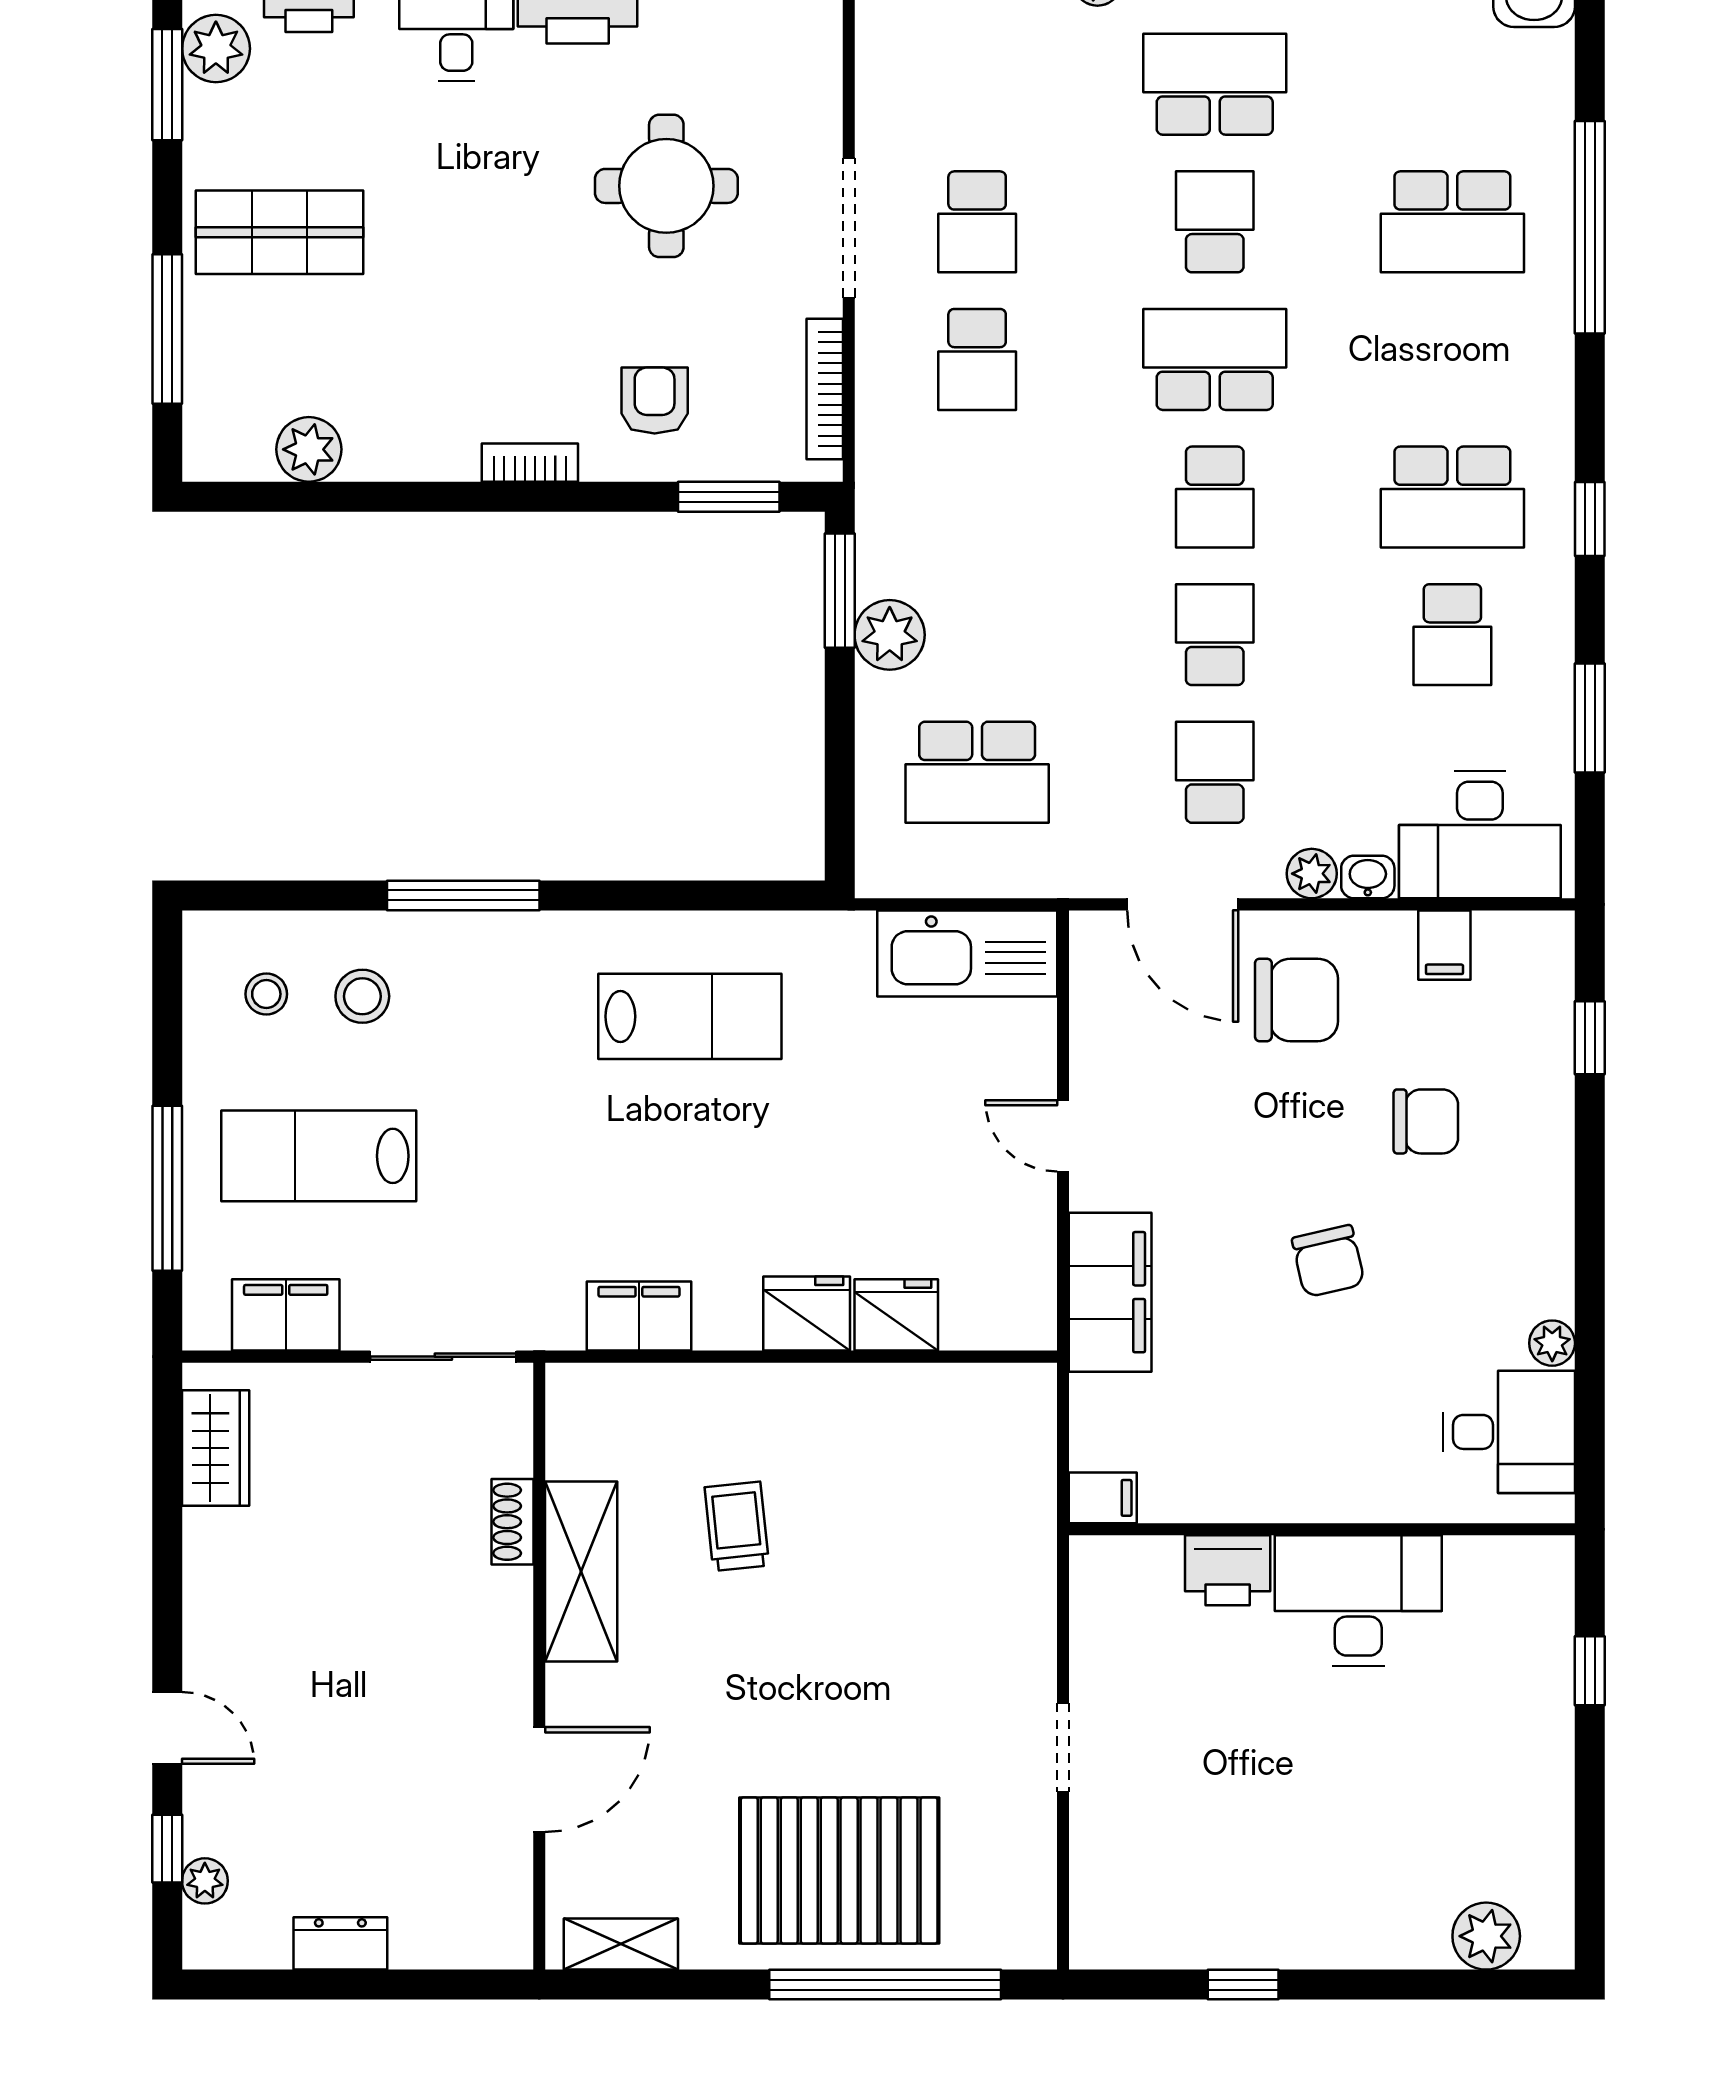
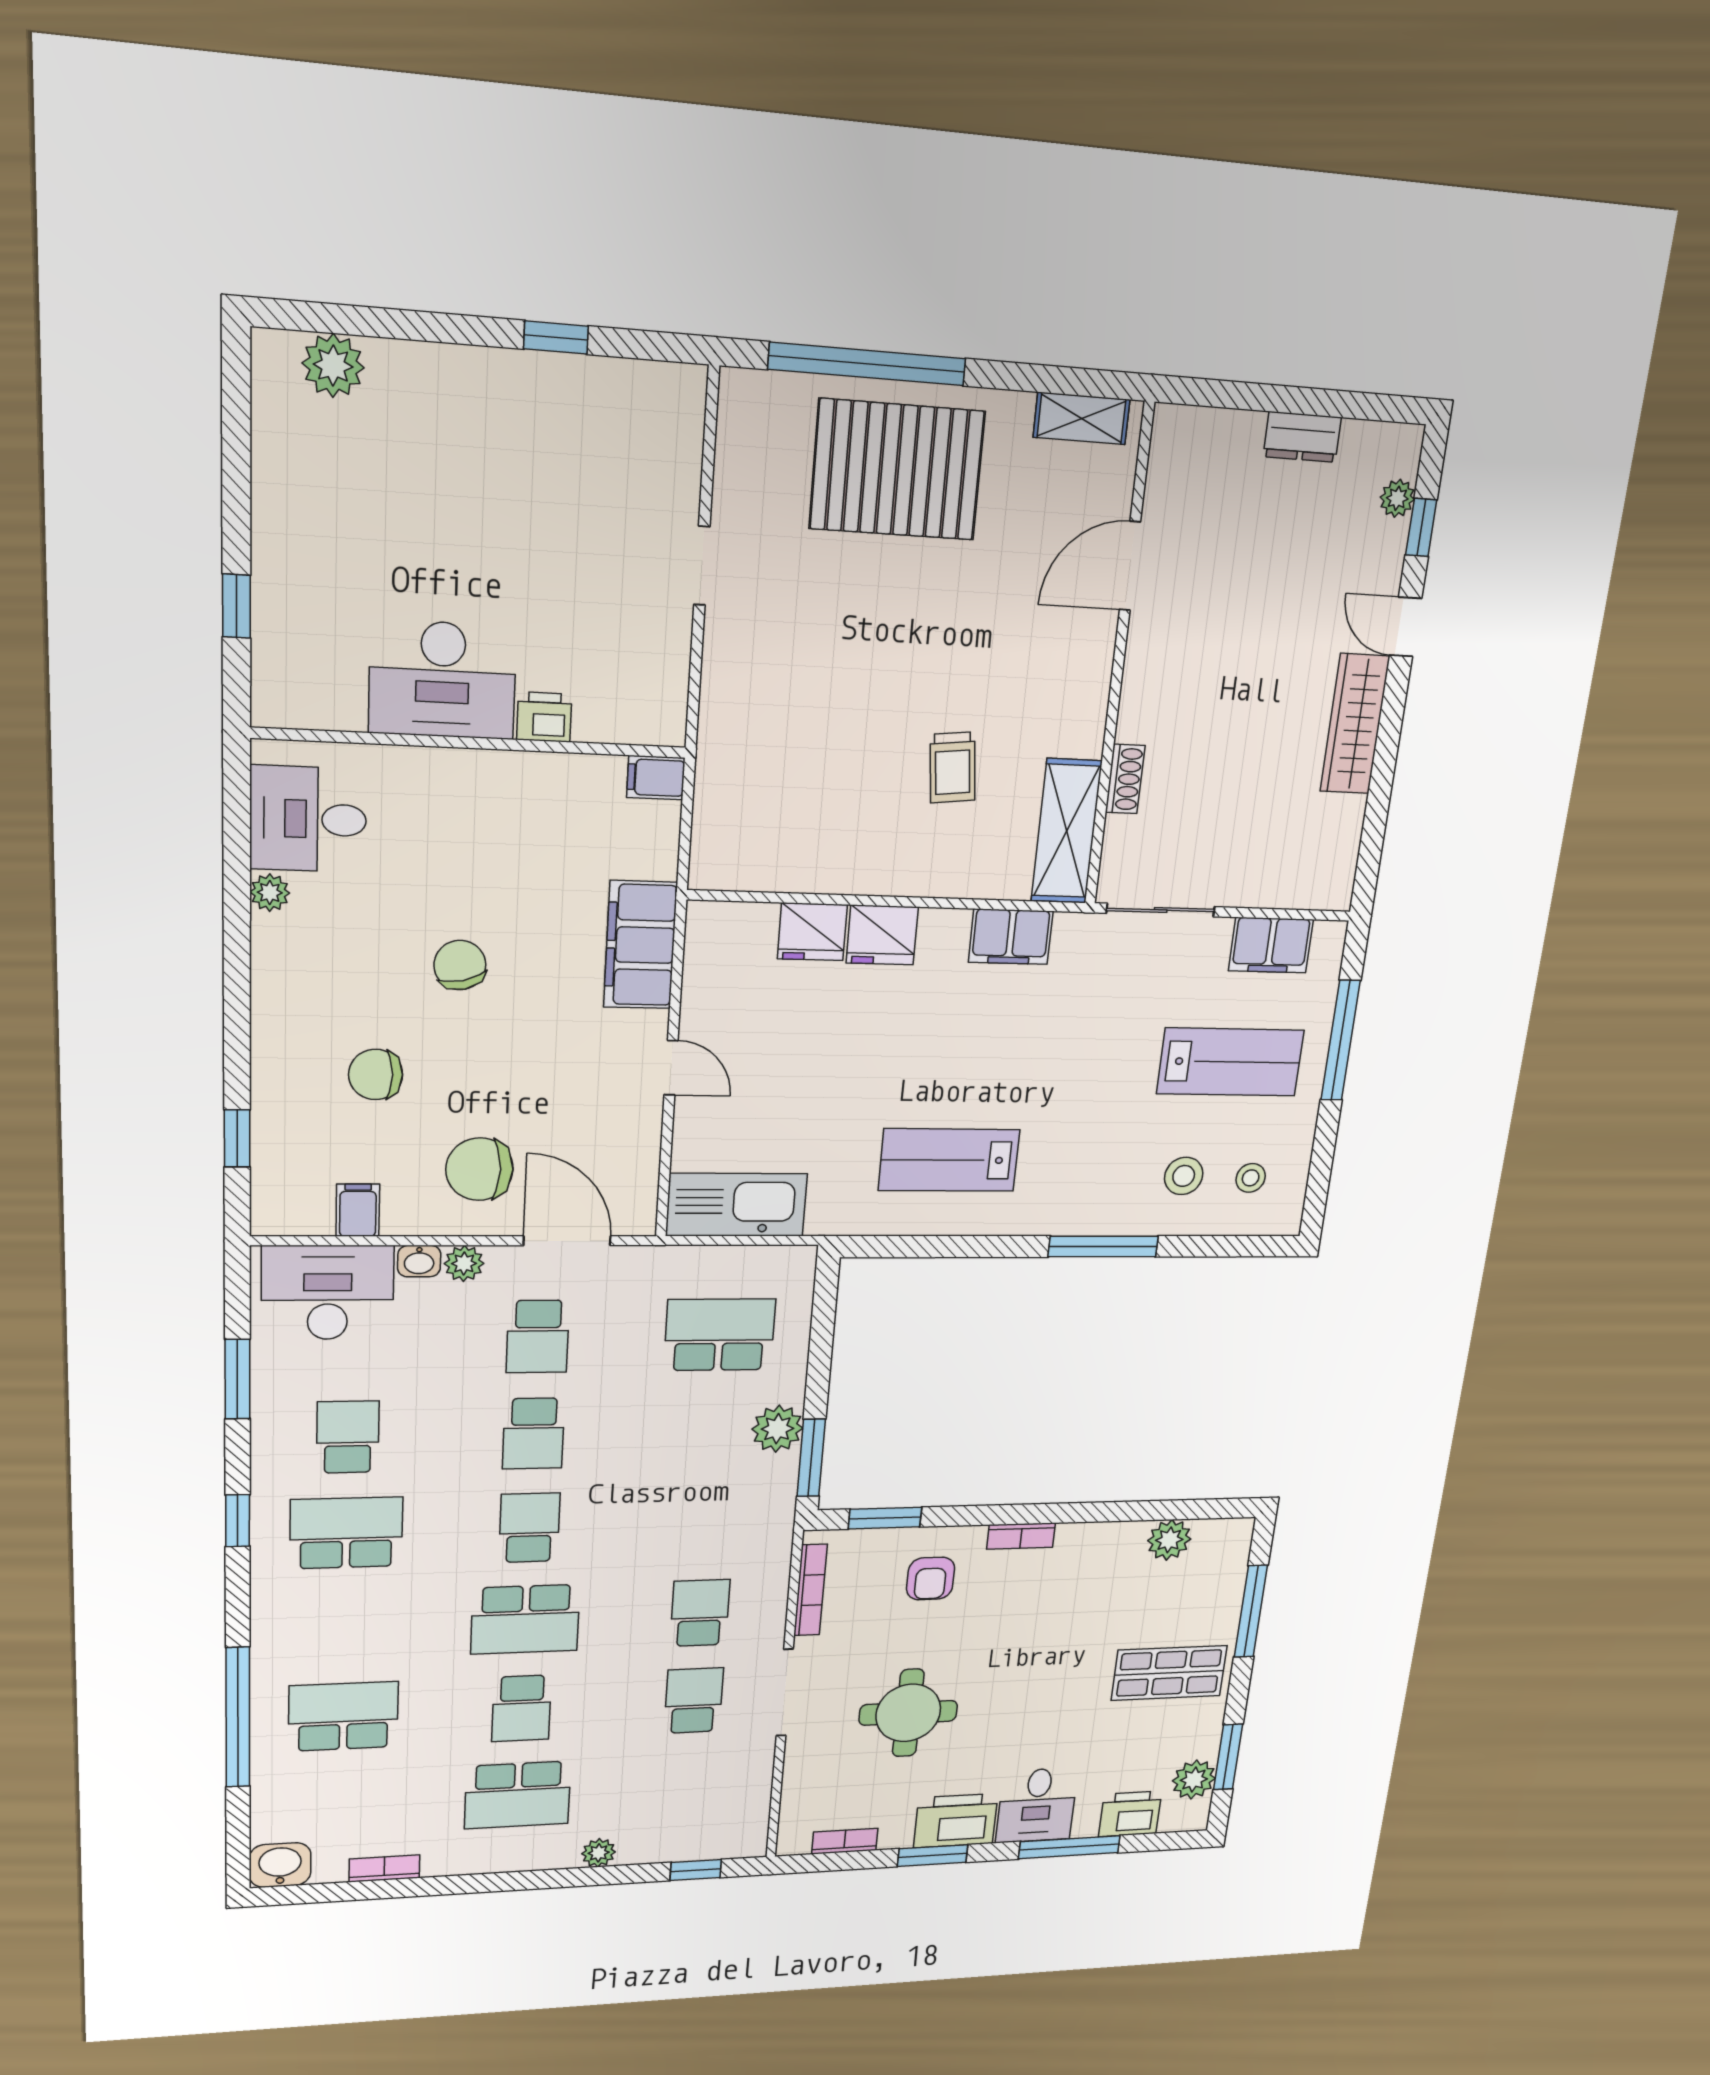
wardrobe: (216, 1448) -> (1355, 724), moved, width x1.50
printer: (1228, 1570) -> (544, 717), width x0.73, depth x0.81
shelving: (581, 1571) -> (1067, 831), moved

